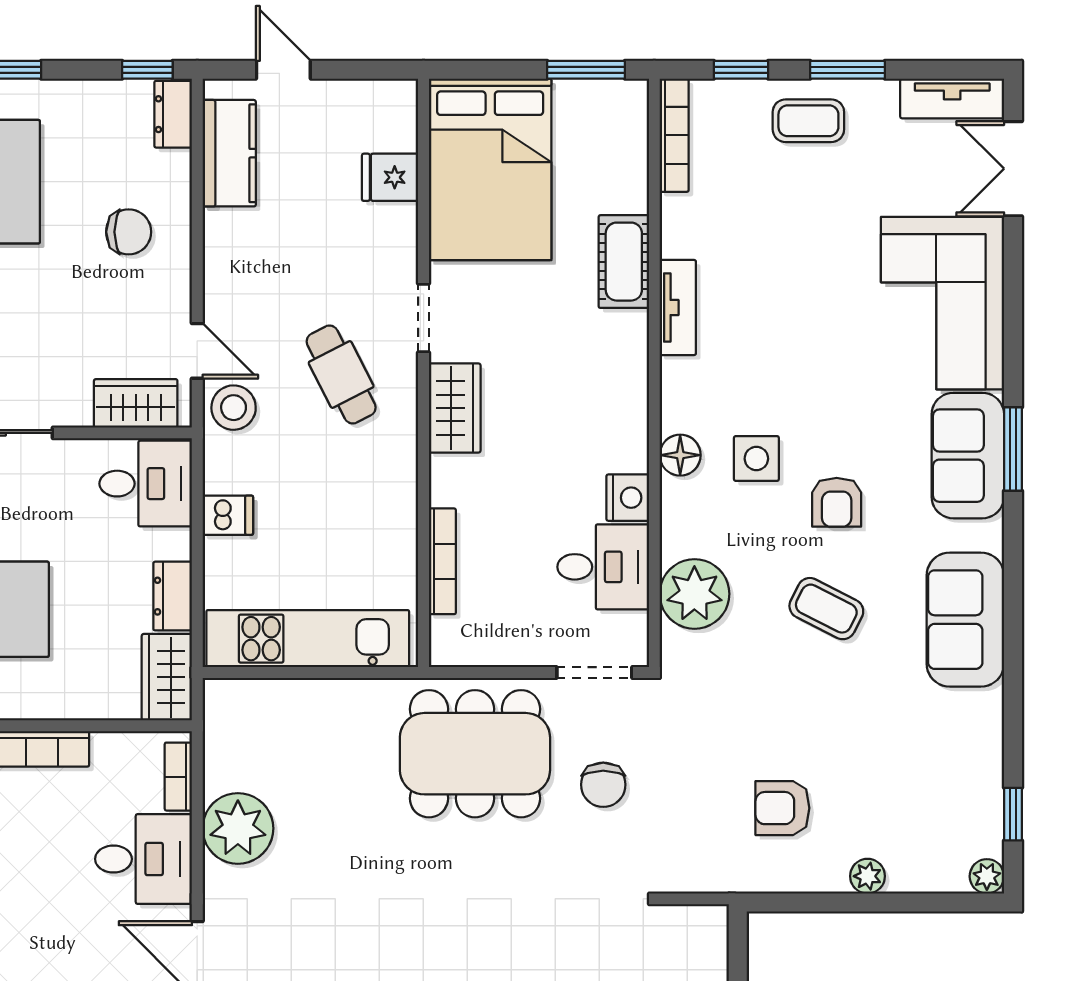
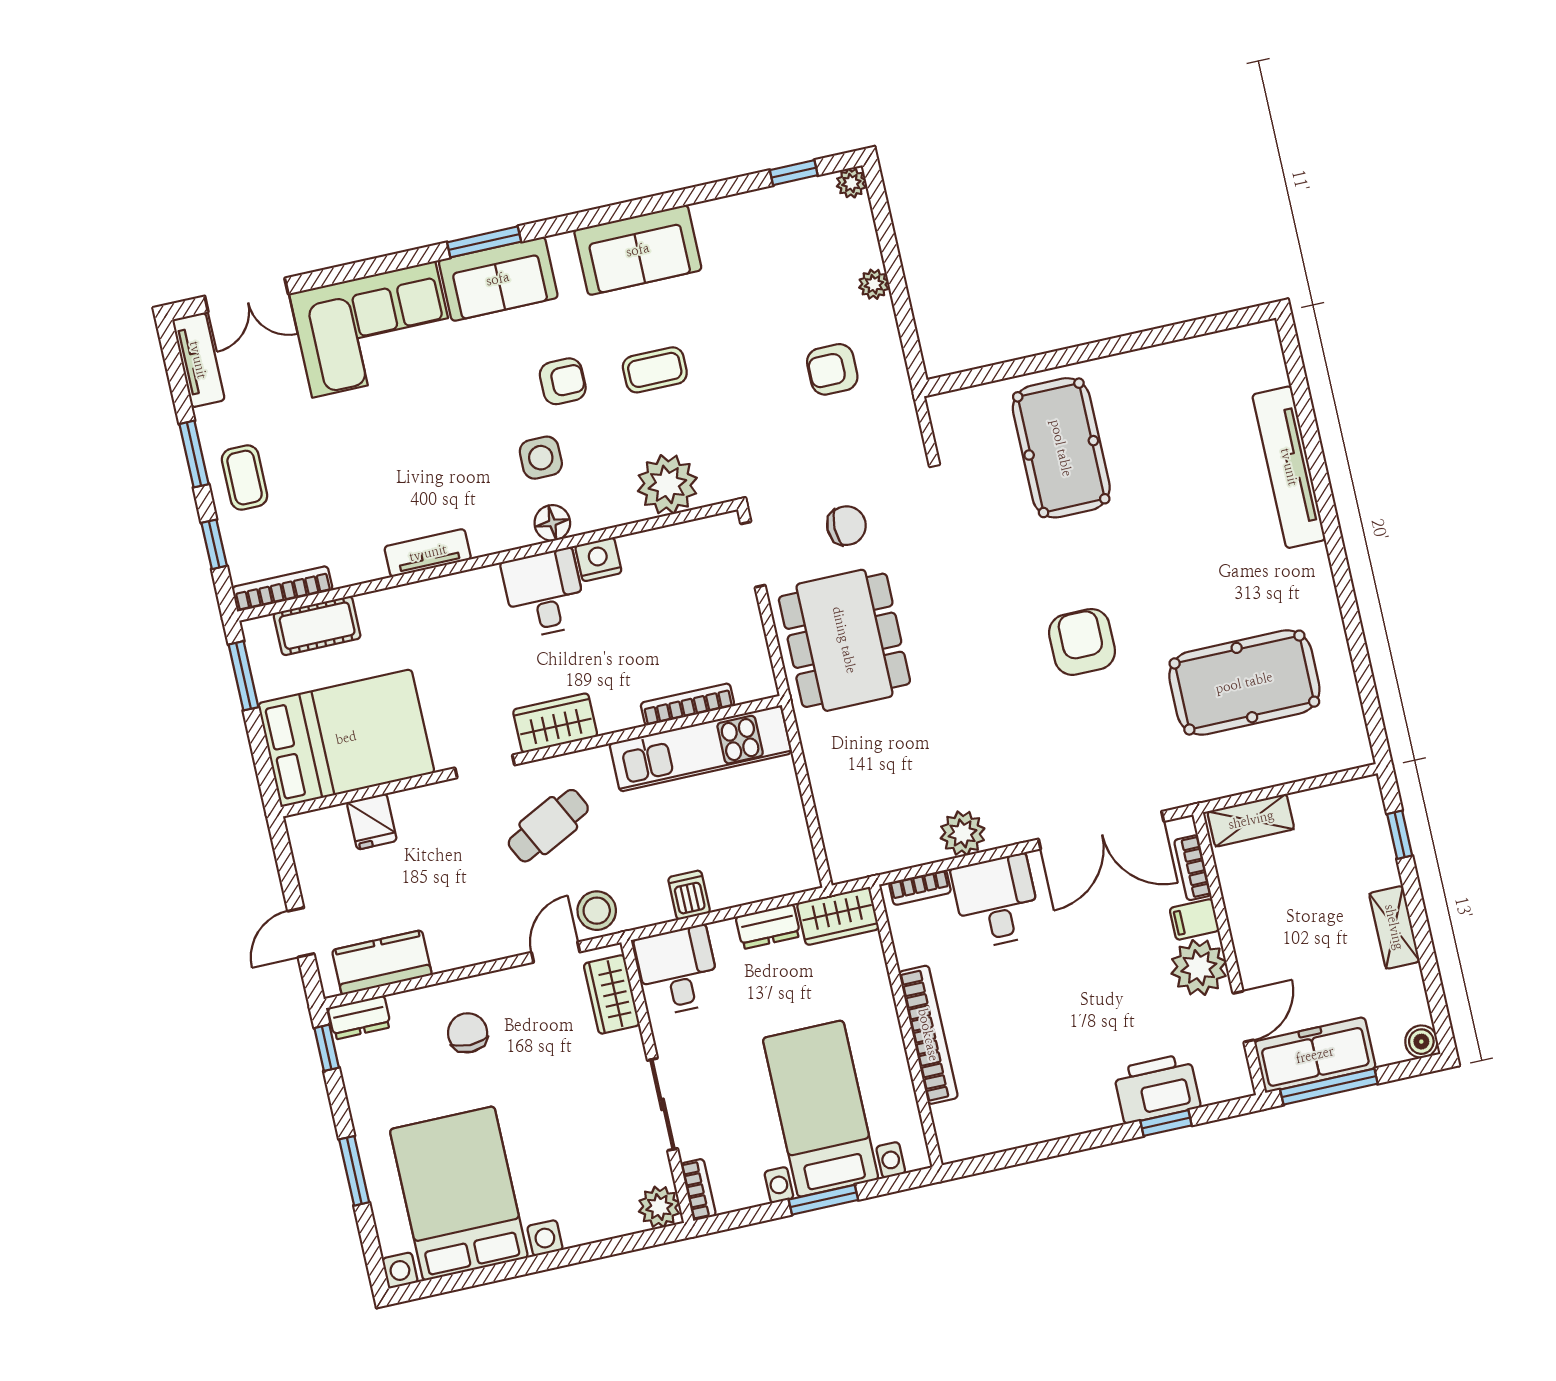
cot: (624, 262) -> (317, 626), moved
desk: (603, 567) -> (544, 593), moved
coffee table: (826, 609) -> (655, 370), turned 63
kitchen unit: (308, 639) -> (700, 748), moved, turned -90
armchair: (782, 808) -> (832, 369), turned 90
plant: (238, 828) -> (963, 833), width x0.73, depth x0.73

